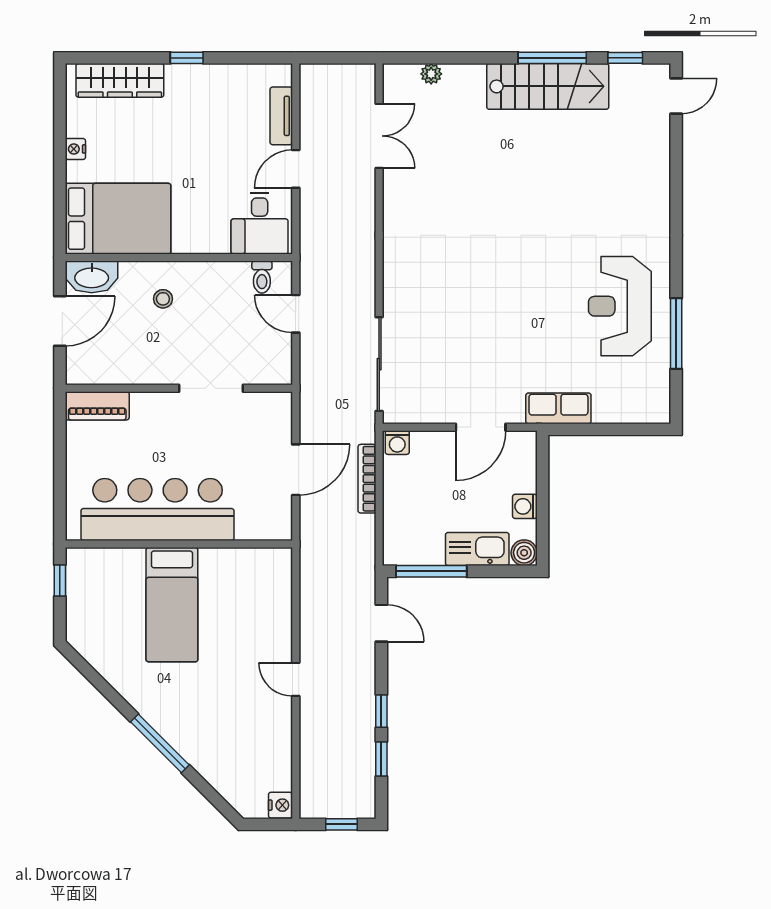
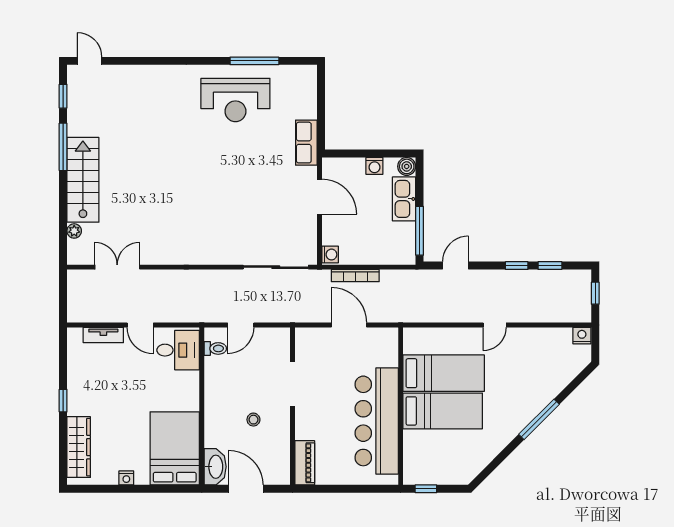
stairs: (548, 86) -> (83, 180), moved
stool: (163, 299) -> (253, 420), moved
bed: (226, 606) -> (444, 373), added

